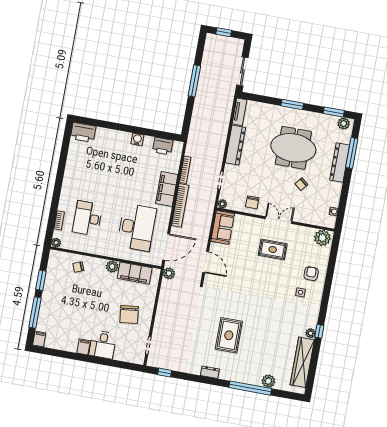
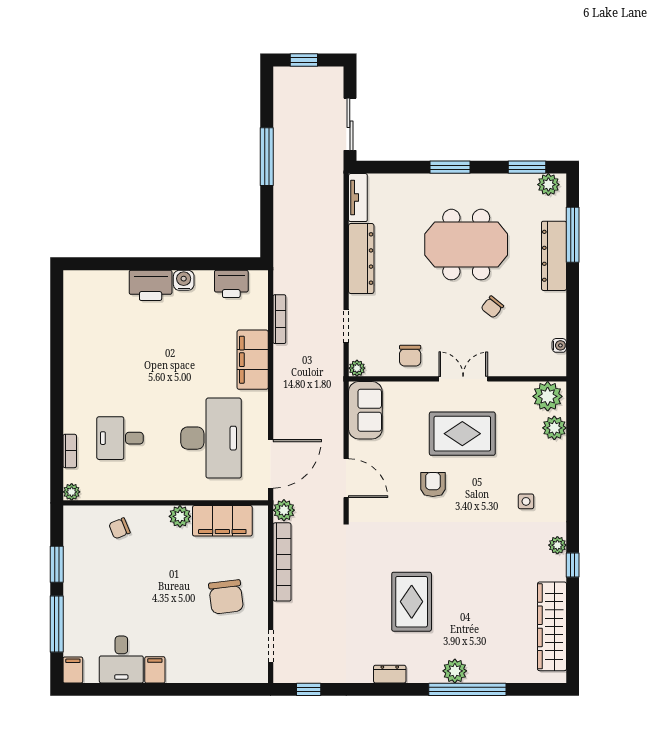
printer: (83, 132) -> (151, 285), moved
bookcase: (180, 205) -> (282, 562), moved
desk: (87, 218) -> (120, 438), width x0.73
rug: (273, 250) -> (462, 434), width x1.36, depth x1.43
plant: (323, 255) -> (554, 428), added
armchair: (311, 274) -> (433, 485), moved
plant: (311, 333) -> (557, 545), moved
desk: (103, 345) -> (121, 660), moved
plant: (268, 381) -> (455, 671), moved

